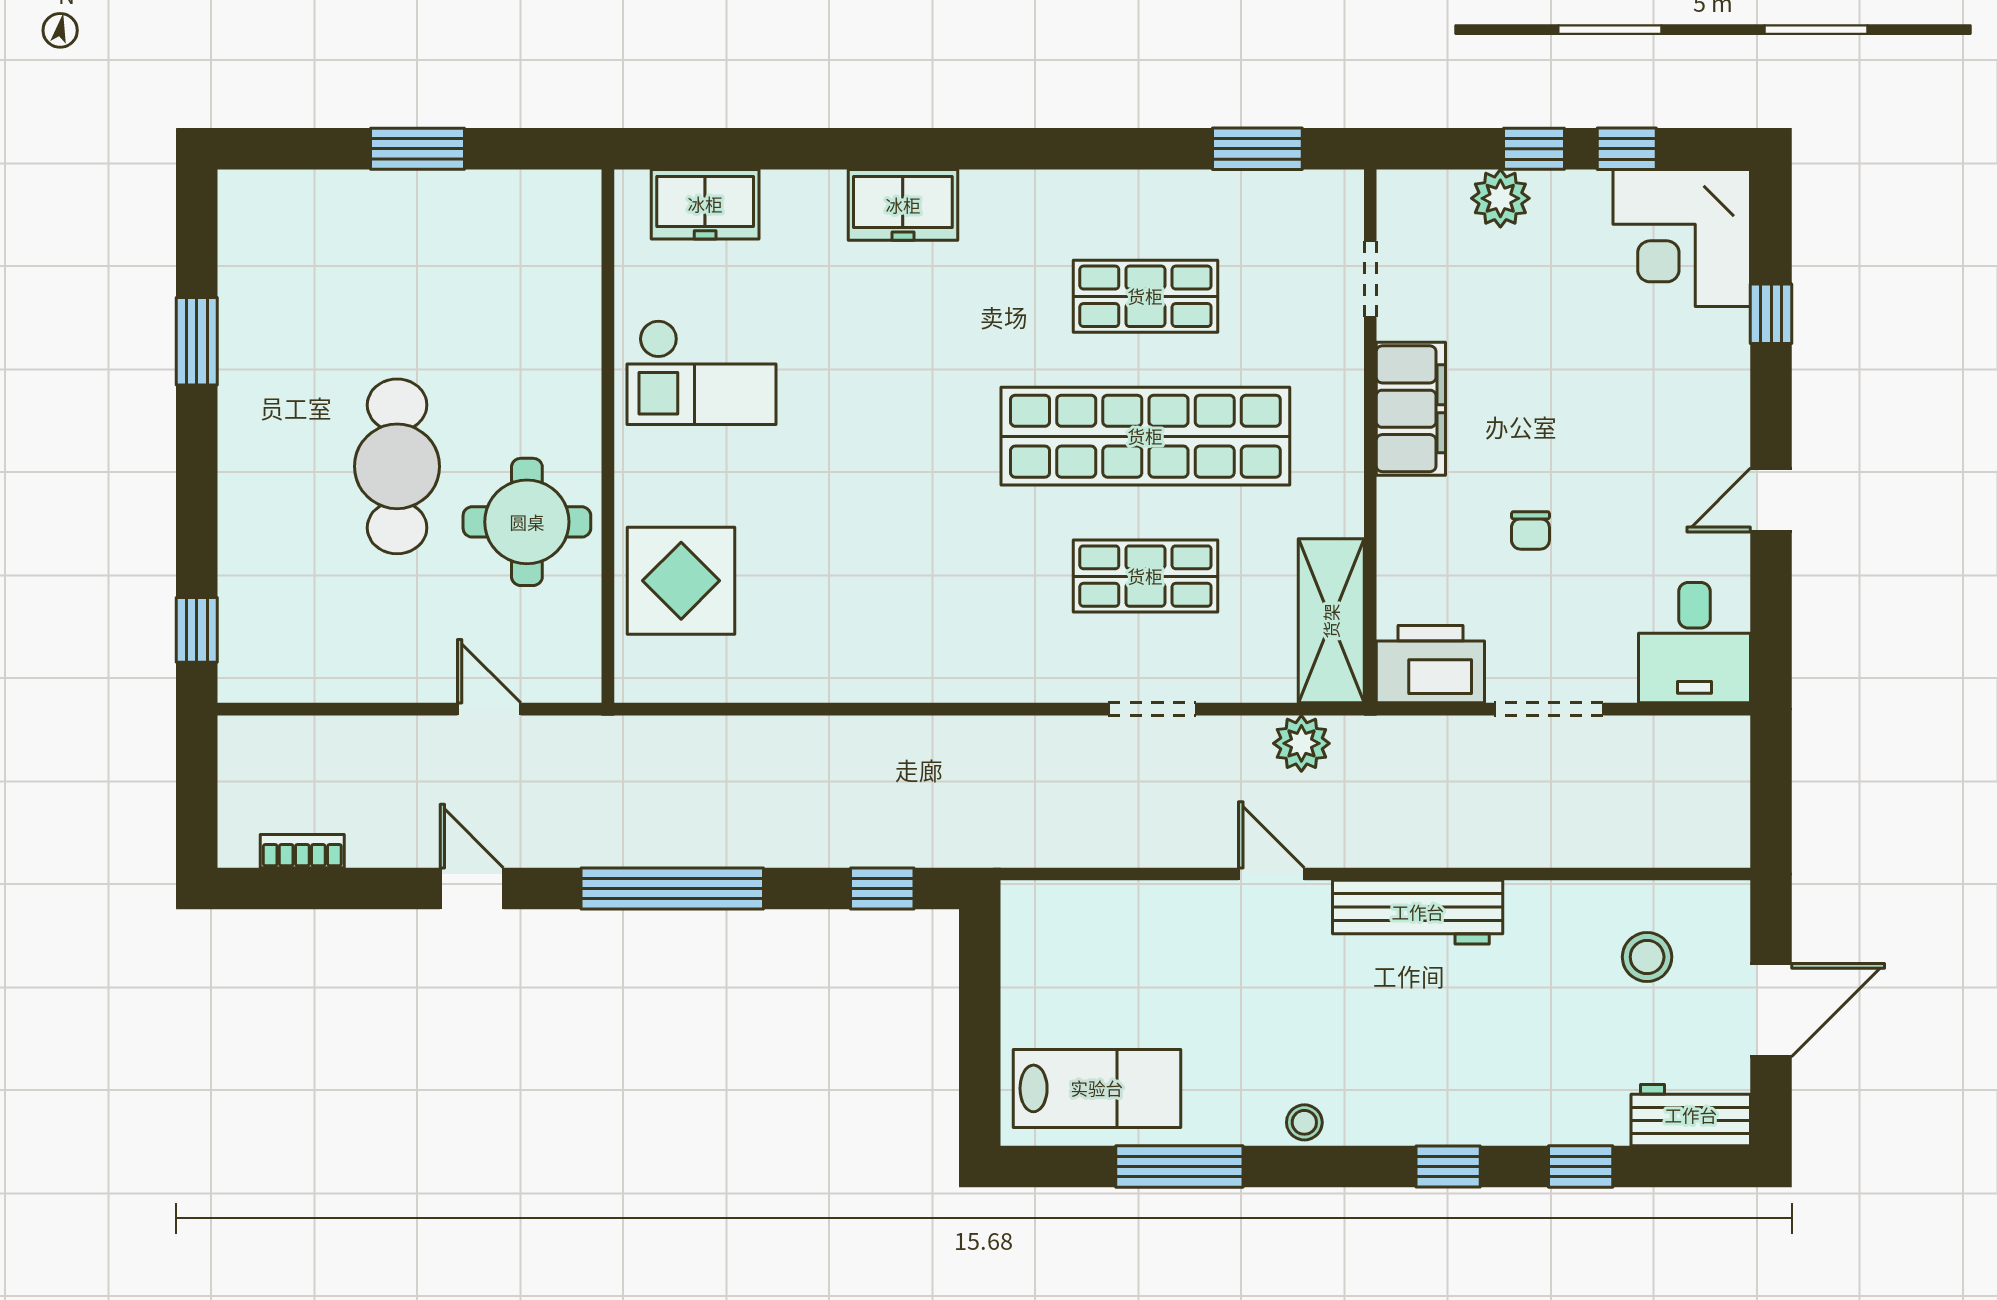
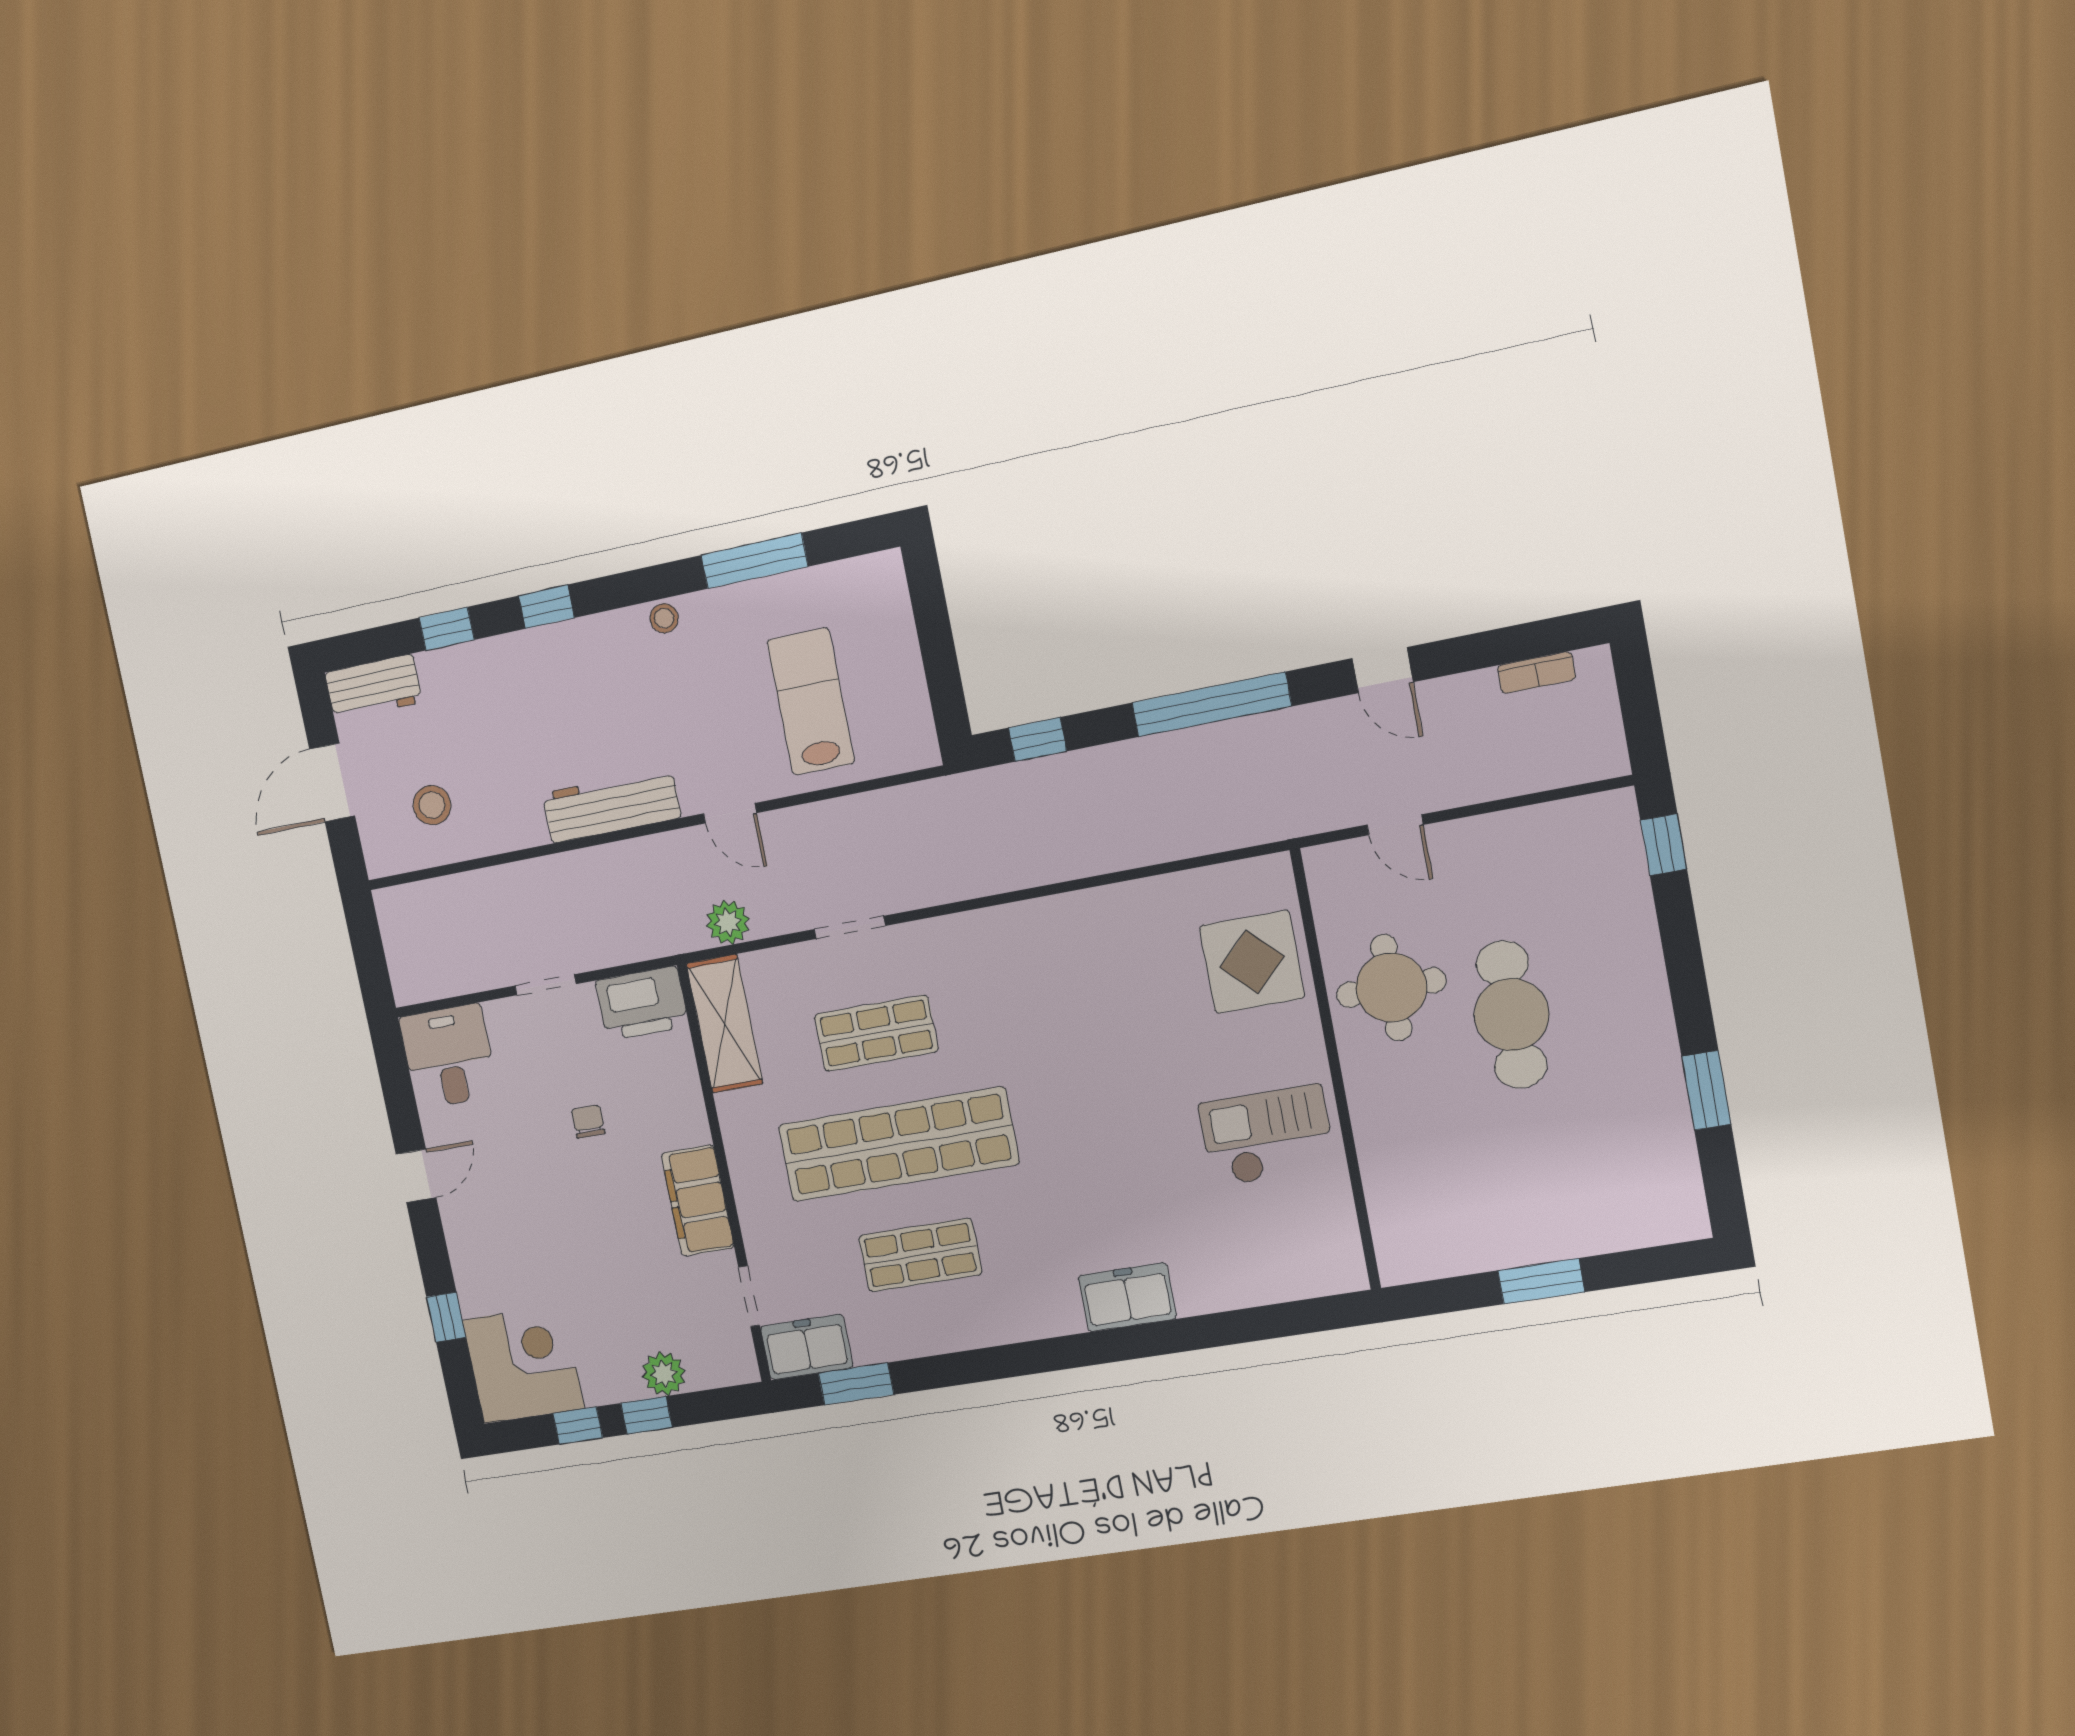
freezer: (705, 204) -> (807, 1347), moved
doorway: (1549, 709) -> (545, 985), width x0.73
lab bench: (1097, 1088) -> (811, 702), moved, turned 90

